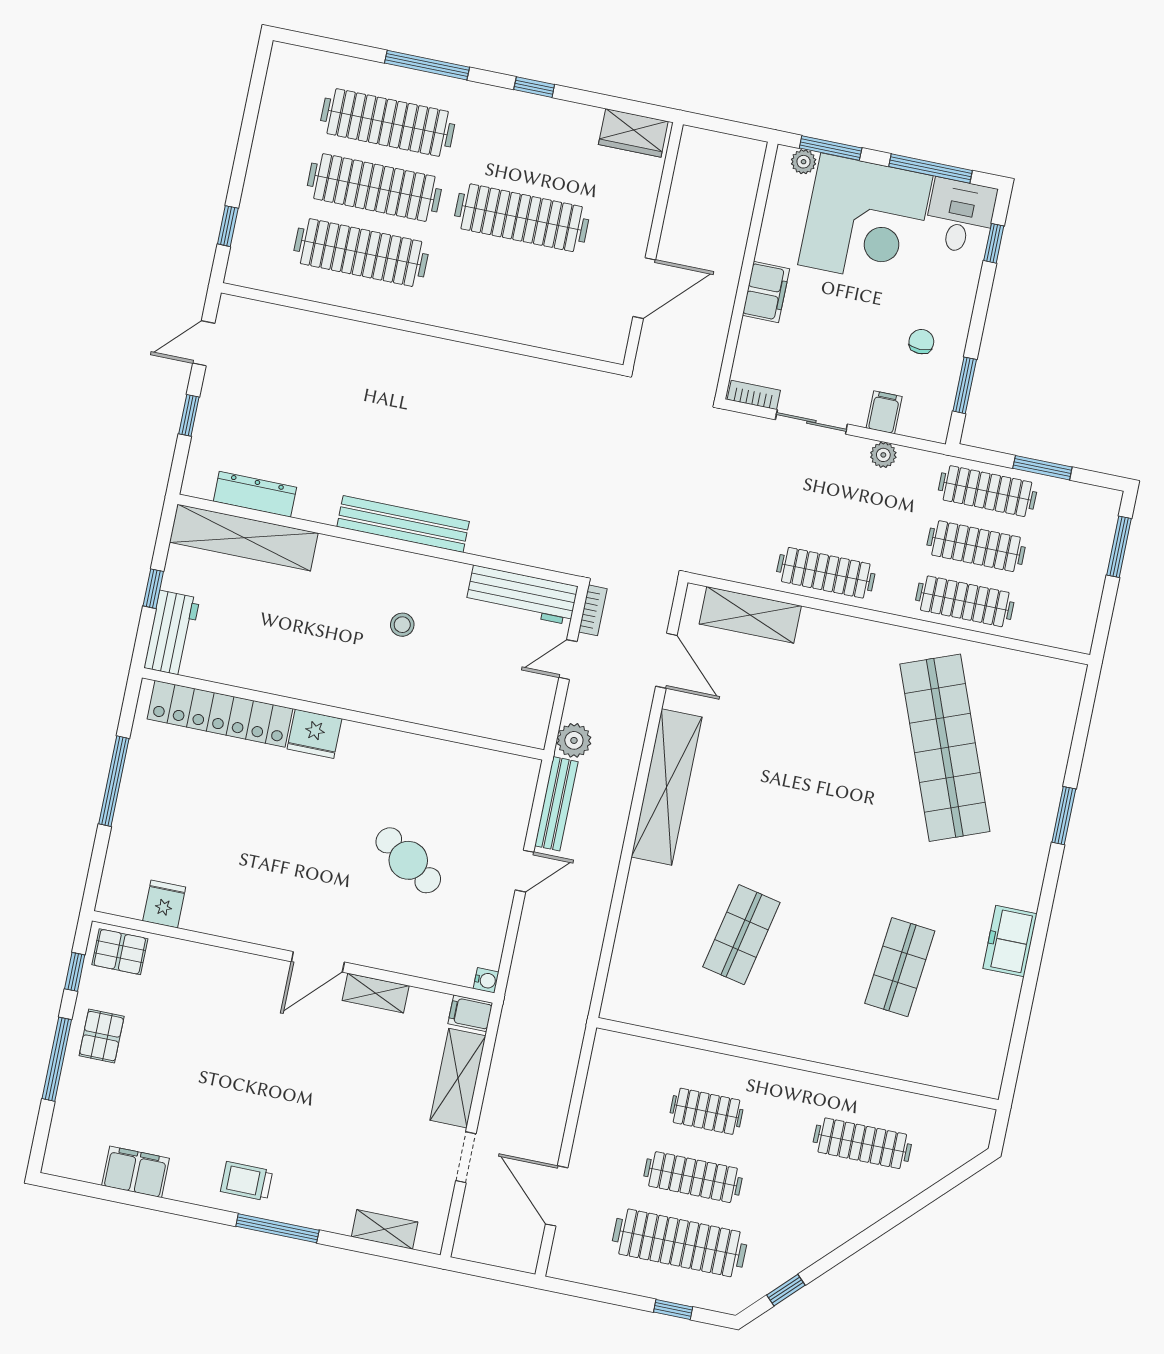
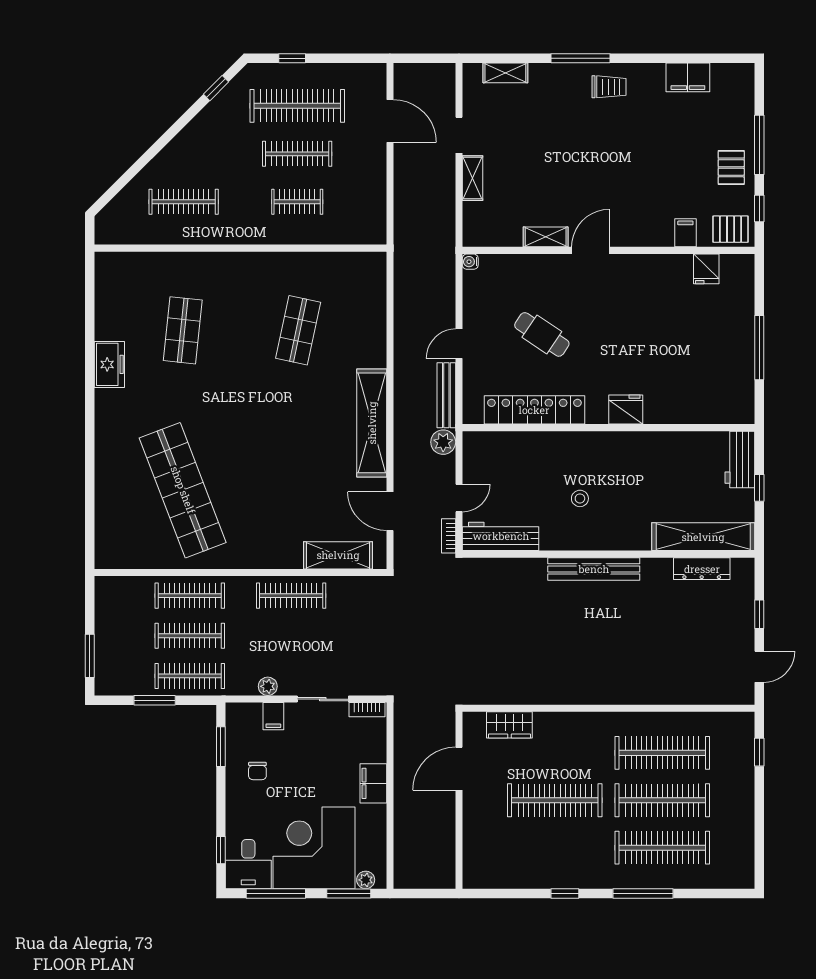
wardrobe: (633, 133) -> (509, 725), moved, turned 180
locker: (220, 714) -> (534, 410), moved
window: (1064, 816) -> (90, 460), removed
filing cabinet: (470, 1013) -> (685, 233), moved, turned -90
shelving: (458, 1078) -> (473, 178), width x0.67, depth x0.75

